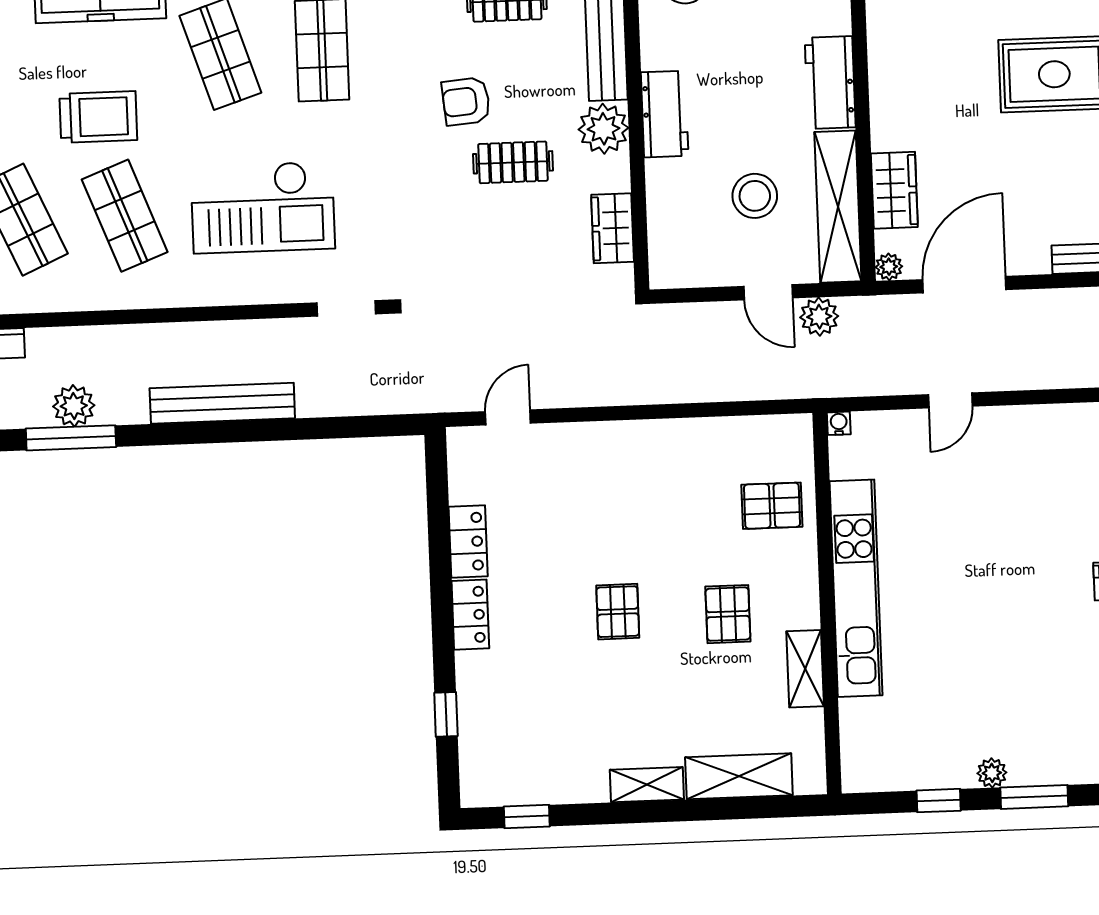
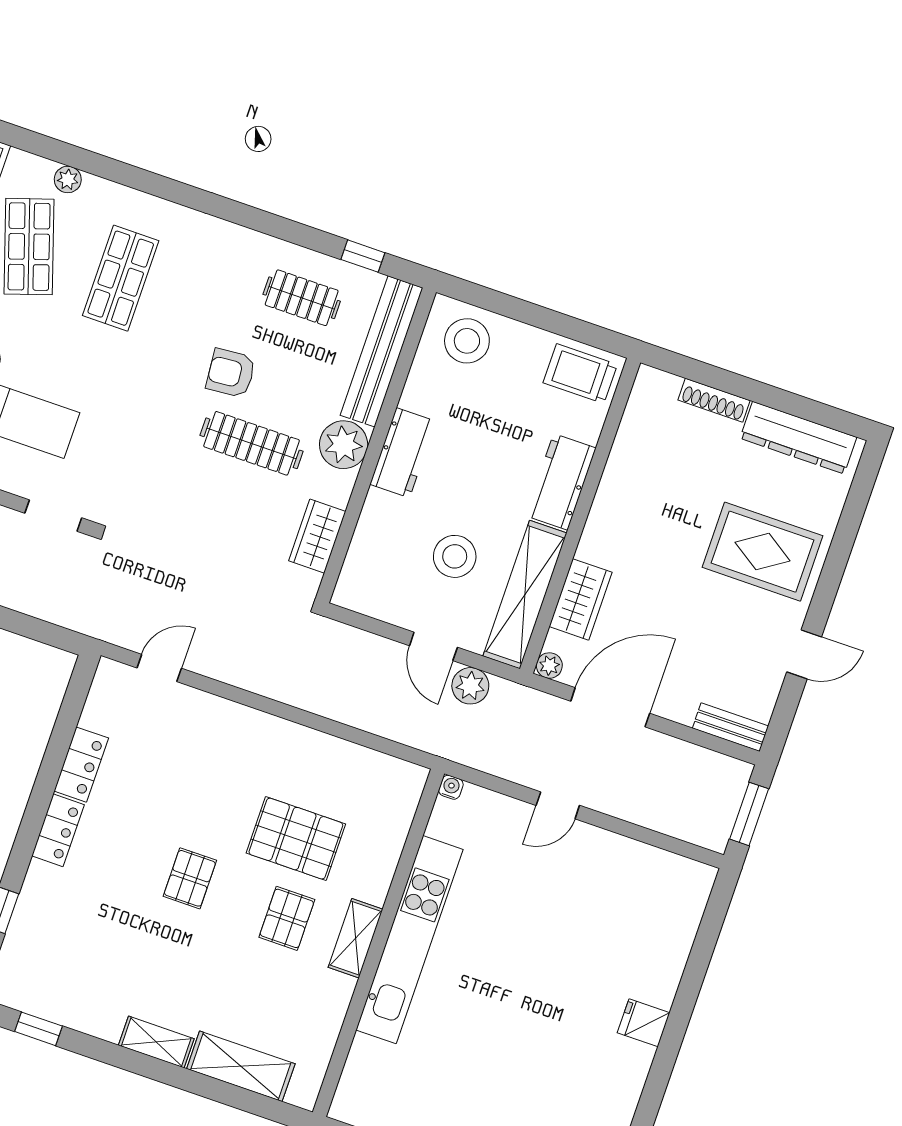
clothes rail: (513, 162) -> (252, 443), width x1.36
pallet: (772, 506) -> (296, 839), moved, width x1.50, depth x1.42
shelving: (805, 669) -> (356, 938), moved

